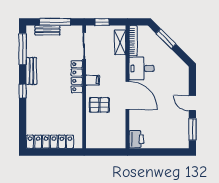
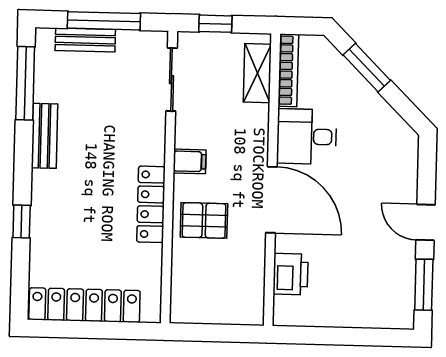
locker: (77, 77) -> (151, 204), moved
window: (23, 91) -> (22, 222), moved
printer: (136, 139) -> (291, 274), moved

